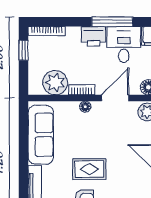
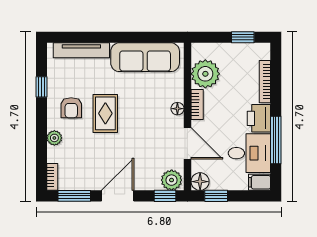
bookcase: (47, 31) -> (265, 82), moved

